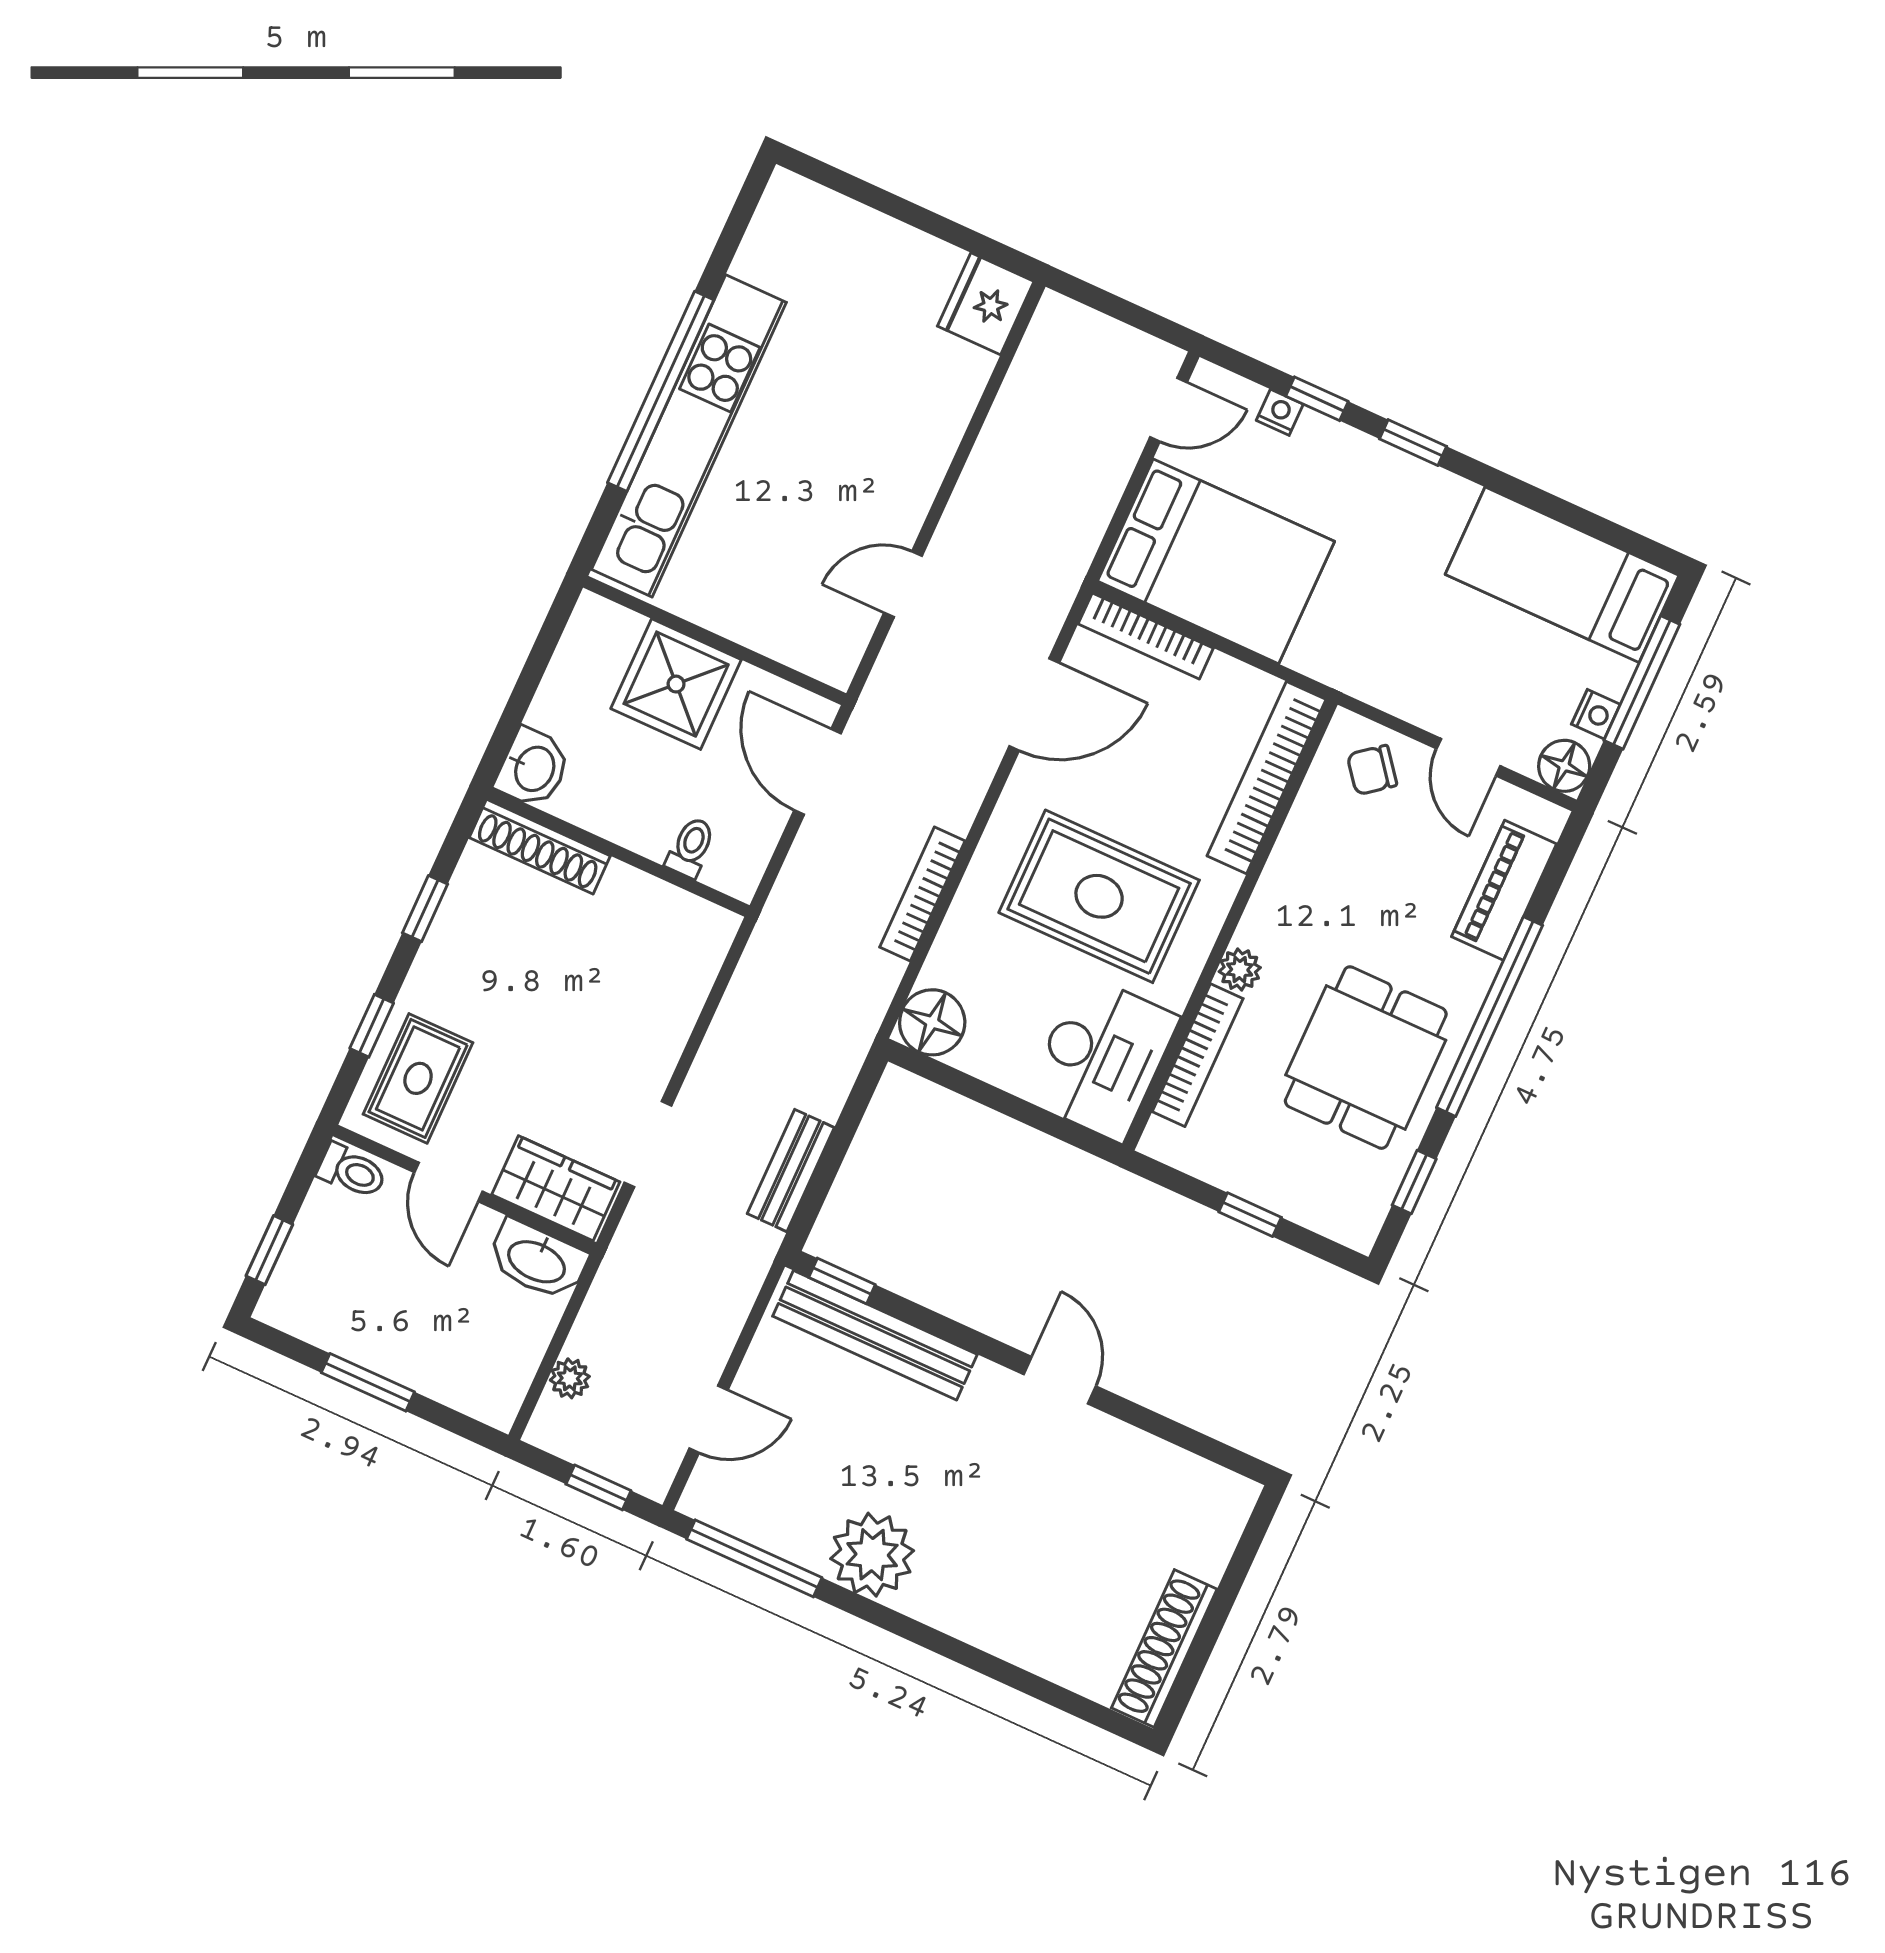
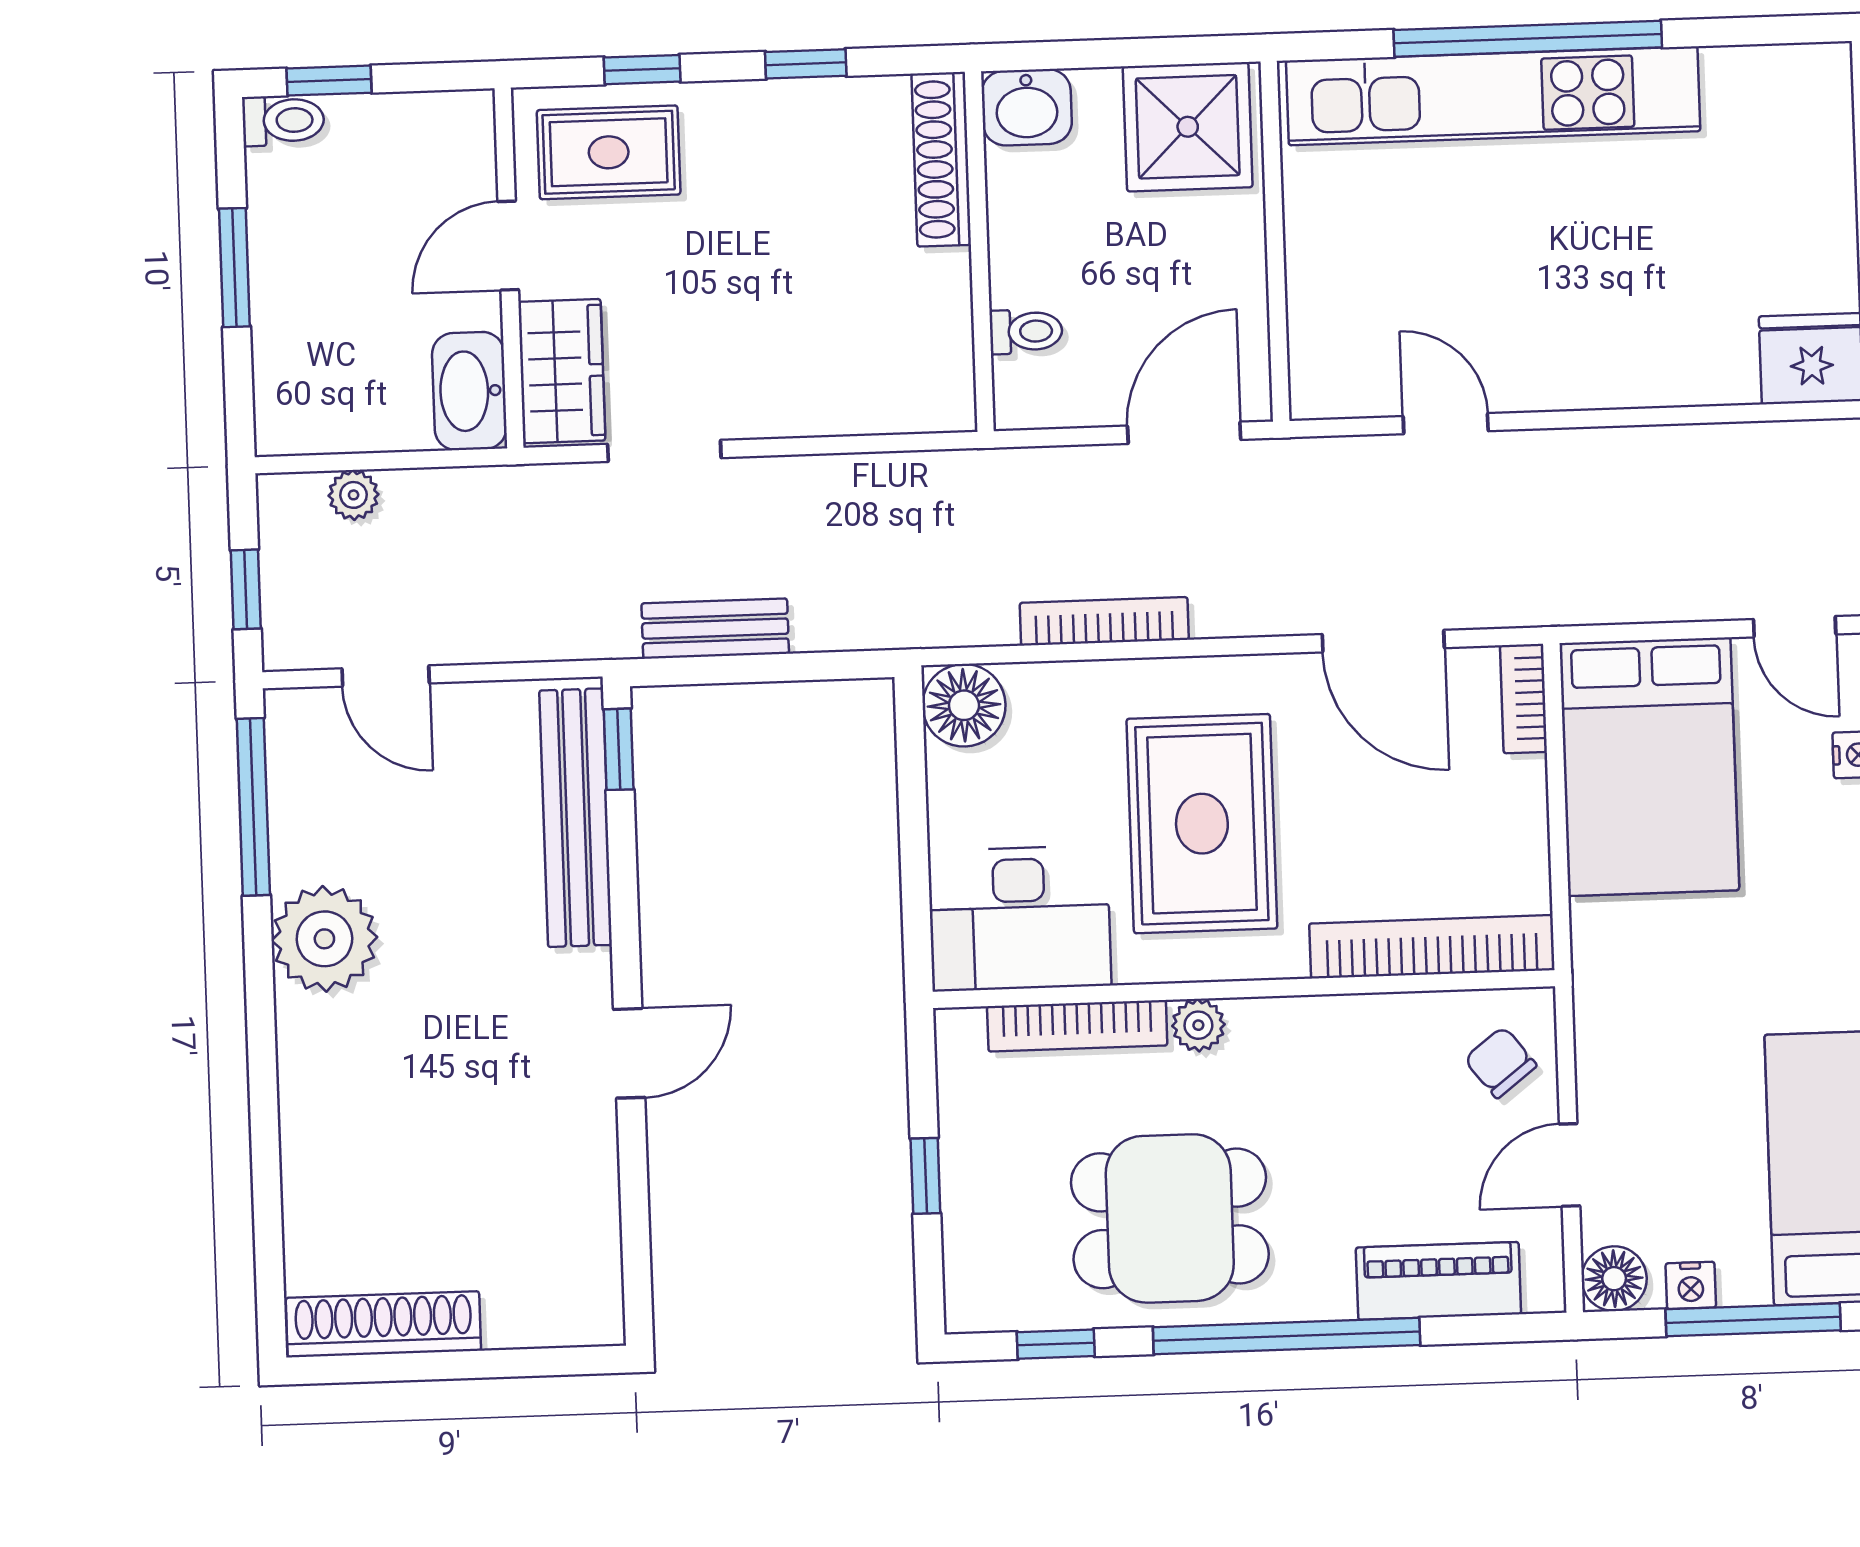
bookcase: (1146, 636) -> (1523, 699), width x0.64
shower: (676, 684) -> (1188, 127), moved
toilet: (352, 1171) -> (283, 120), moved, turned -90

